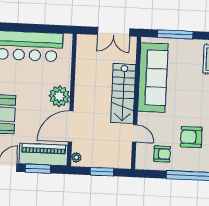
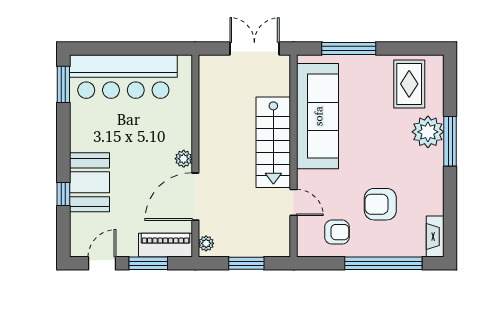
double door: (114, 32) -> (254, 48), swing flipped
plant: (59, 96) -> (184, 159), width x0.53, depth x0.53
piano: (43, 155) -> (165, 245), width x0.73, depth x0.75

